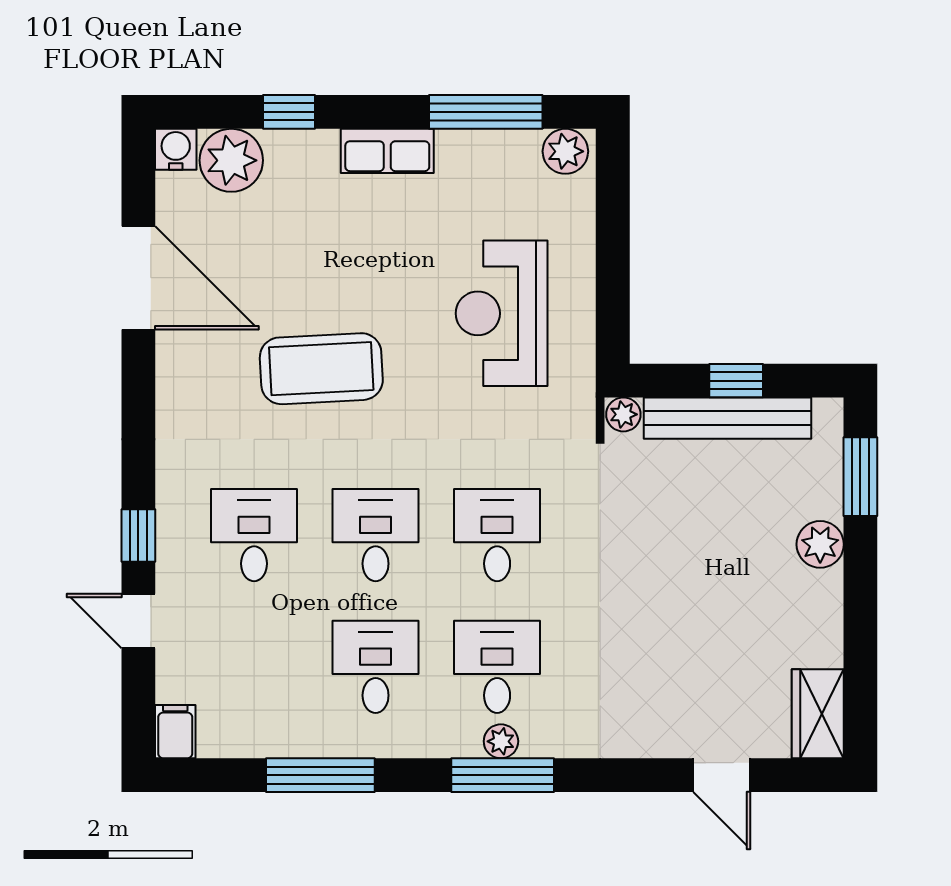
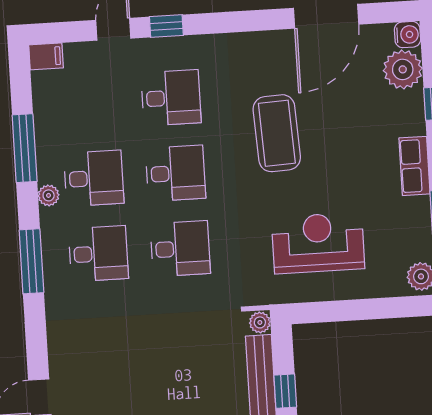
plant: (501, 741) -> (49, 195), moved

